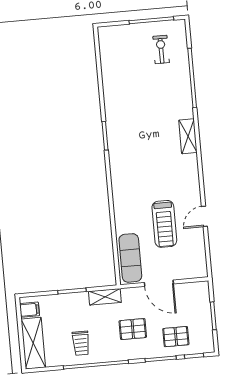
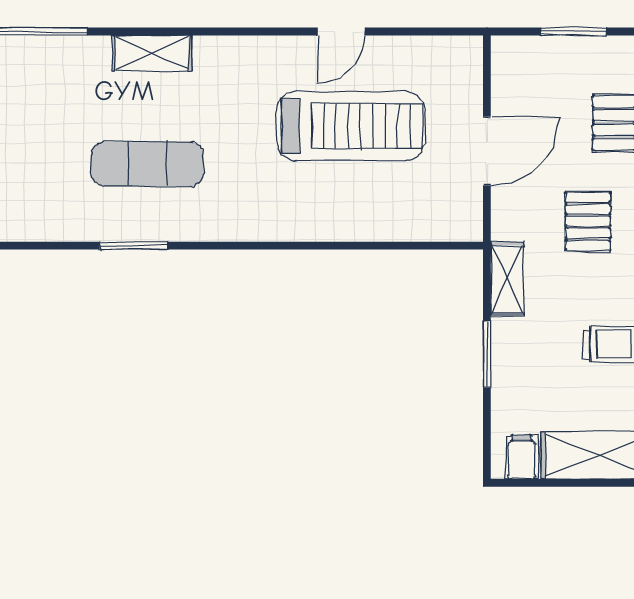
door: (204, 216) -> (341, 32), hinge flipped
treadmill: (164, 224) -> (350, 126), width x1.37, depth x1.38
exercise mat: (130, 258) -> (147, 164), moved

